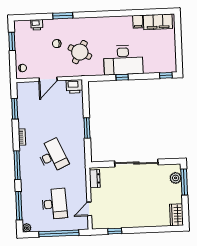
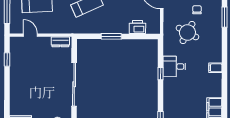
filing cabinet: (138, 22) -> (215, 68), moved
desk: (123, 60) -> (174, 66), width x0.53, depth x0.77
printer: (75, 86) -> (137, 27), moved, turned 90

